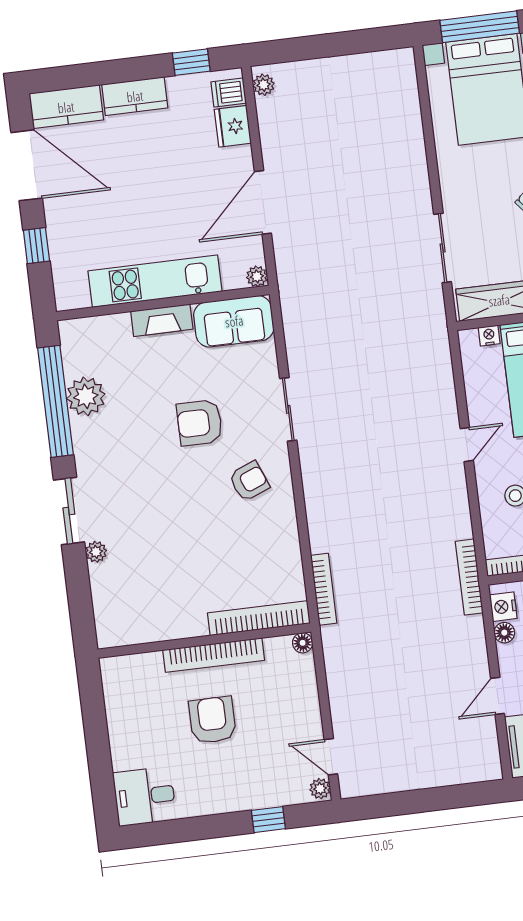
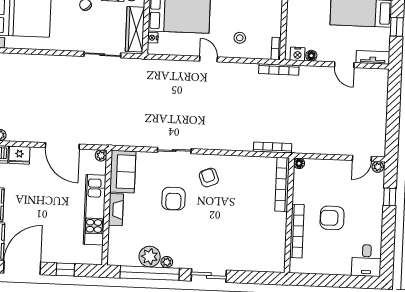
plant: (96, 552) -> (167, 262), moved
bookcase: (214, 655) -> (297, 231), moved

